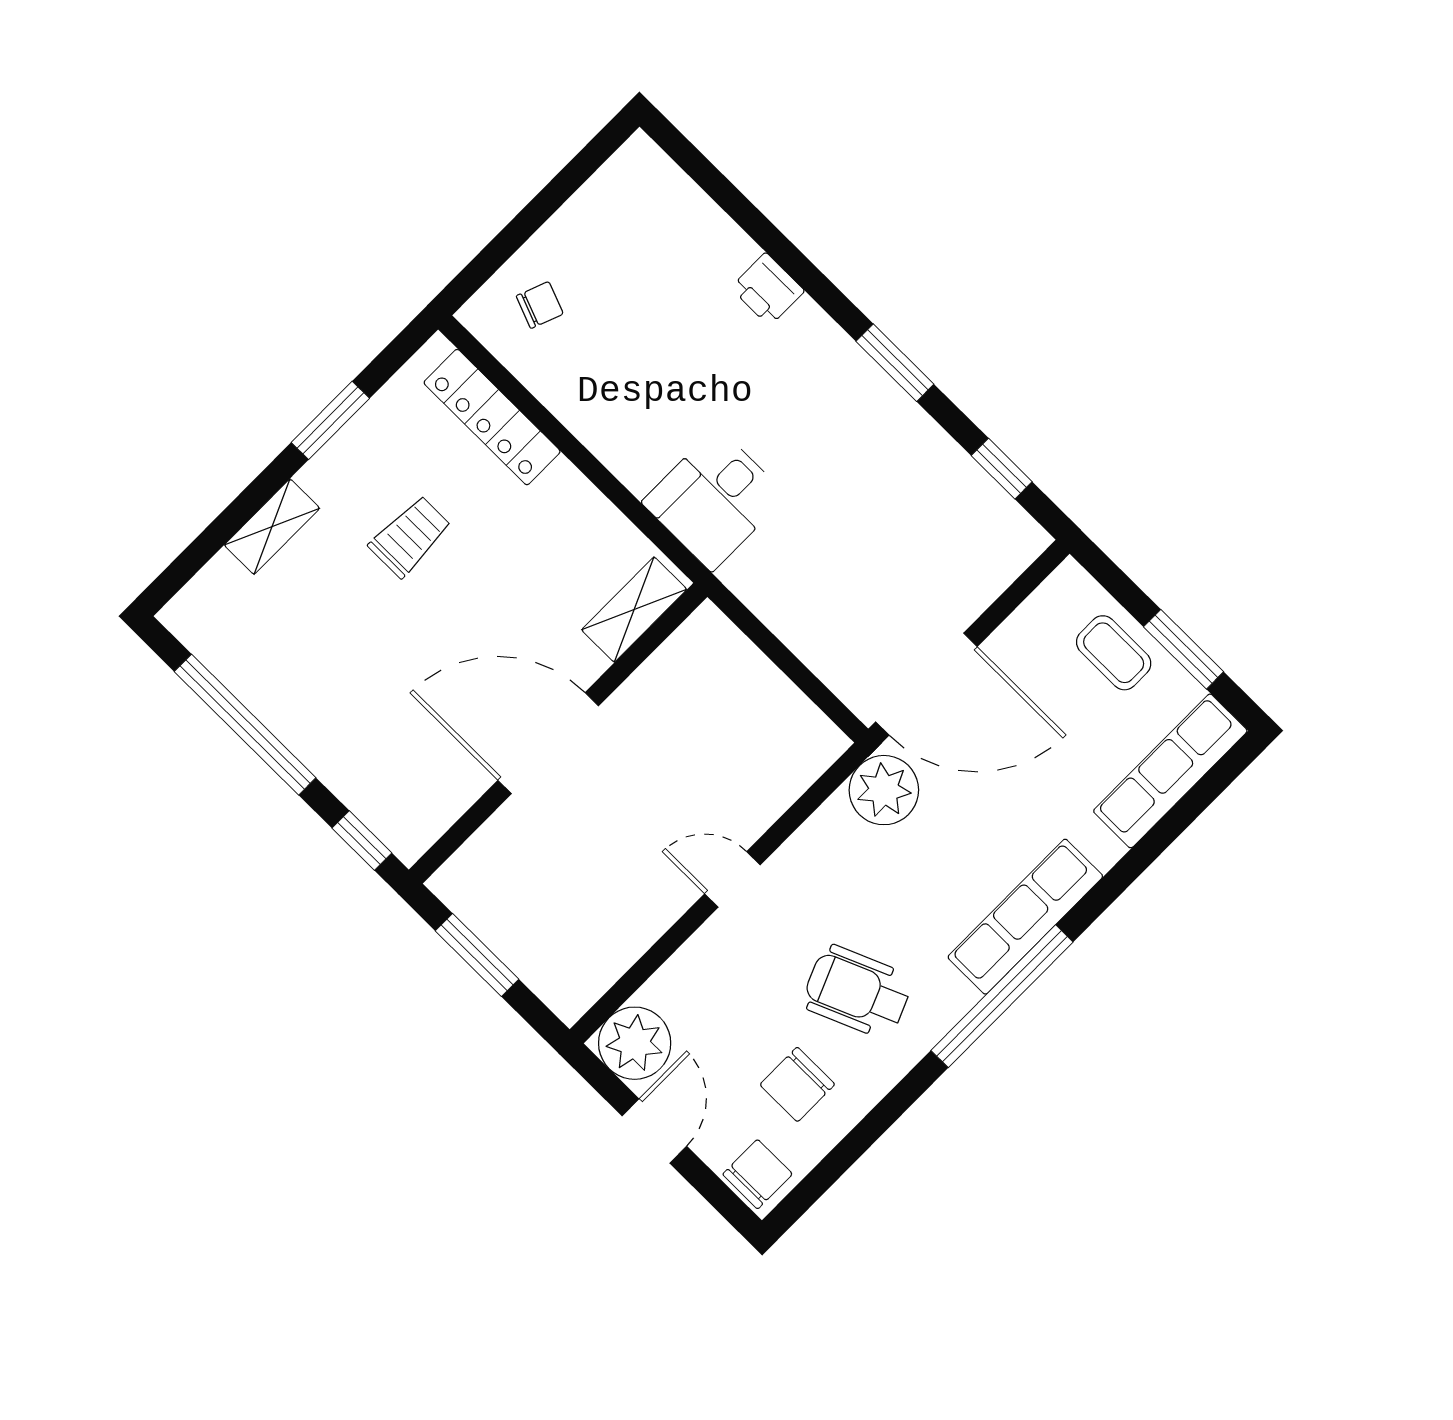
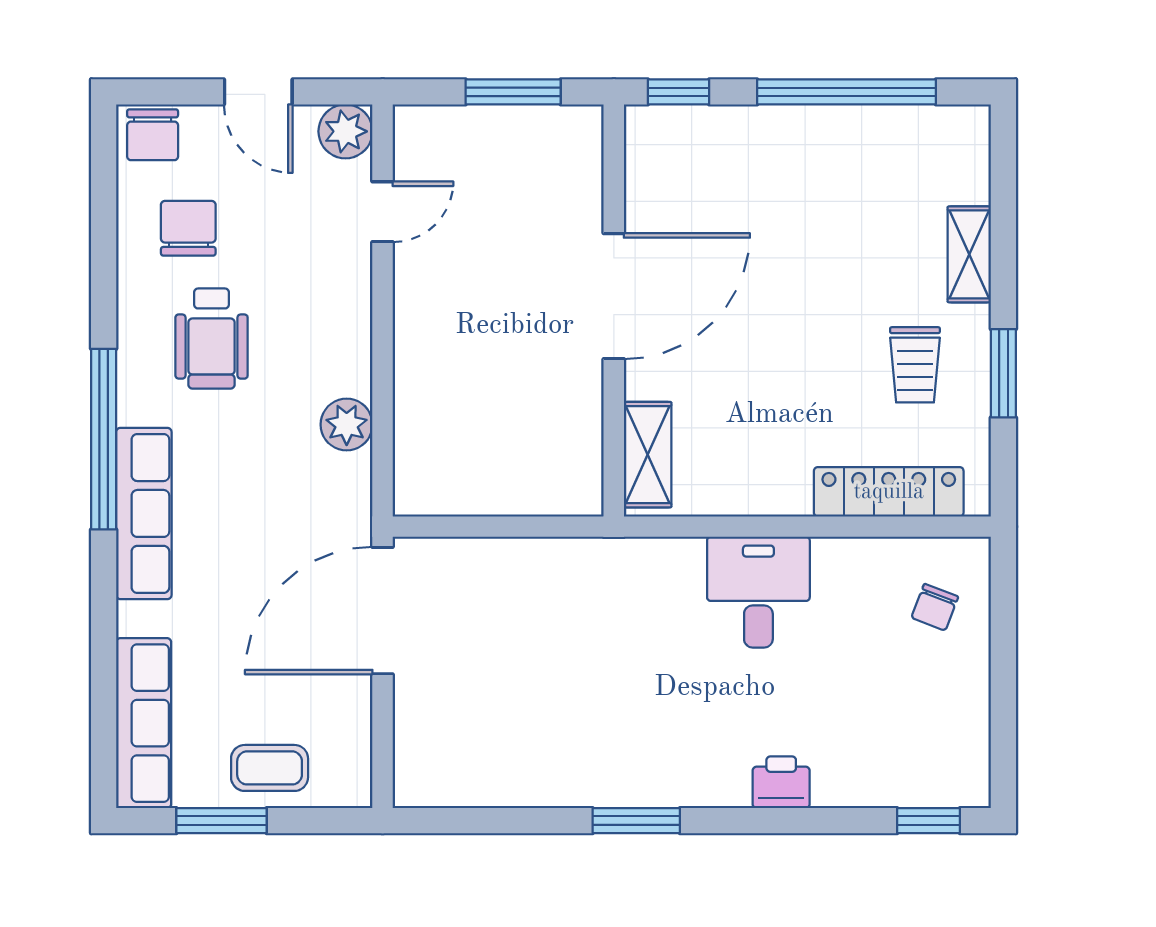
window: (1002, 469) -> (928, 821), moved
desk: (714, 499) -> (758, 592), moved
trolley: (410, 536) -> (915, 365), moved
plant: (884, 790) -> (347, 425), moved, width x0.73, depth x0.73
door: (732, 879) -> (383, 212), moved
wheelchair: (857, 992) -> (212, 339), turned 113
plant: (635, 1043) -> (345, 131), width x0.73, depth x0.73

